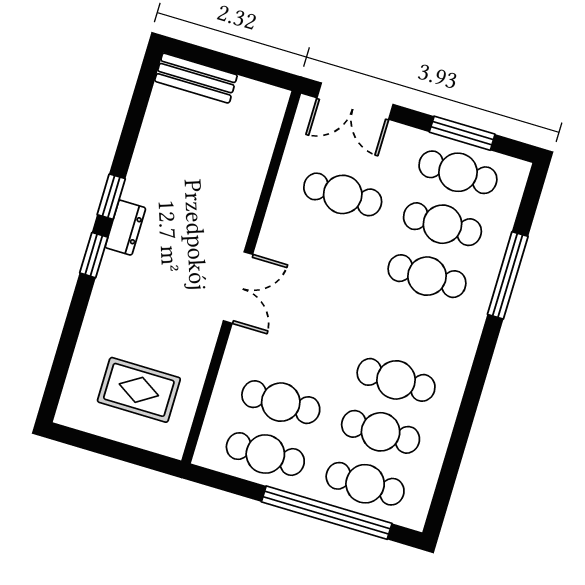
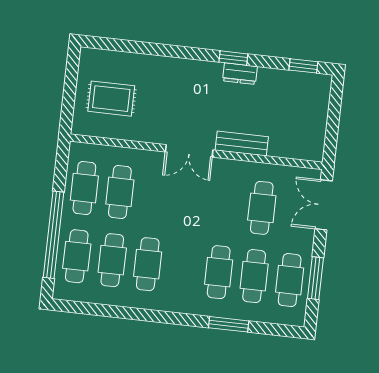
bench: (196, 78) -> (242, 144), moved, turned 90
dresser: (125, 228) -> (240, 74), moved
window: (94, 255) -> (303, 66), moved
window: (508, 275) -> (229, 324), width x0.69
rug: (139, 390) -> (111, 99), turned 90

